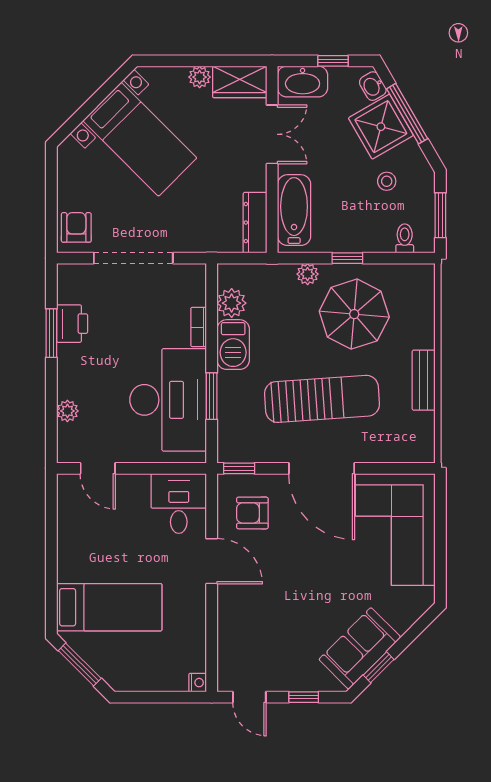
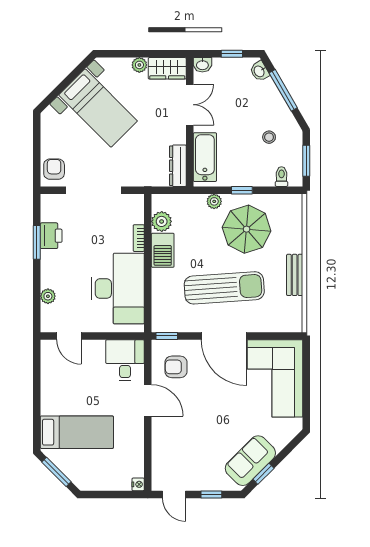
washbasin: (303, 81) -> (202, 65), width x0.52, depth x0.69
shower: (381, 127) -> (265, 99), removed
window: (212, 396) -> (148, 286), removed

